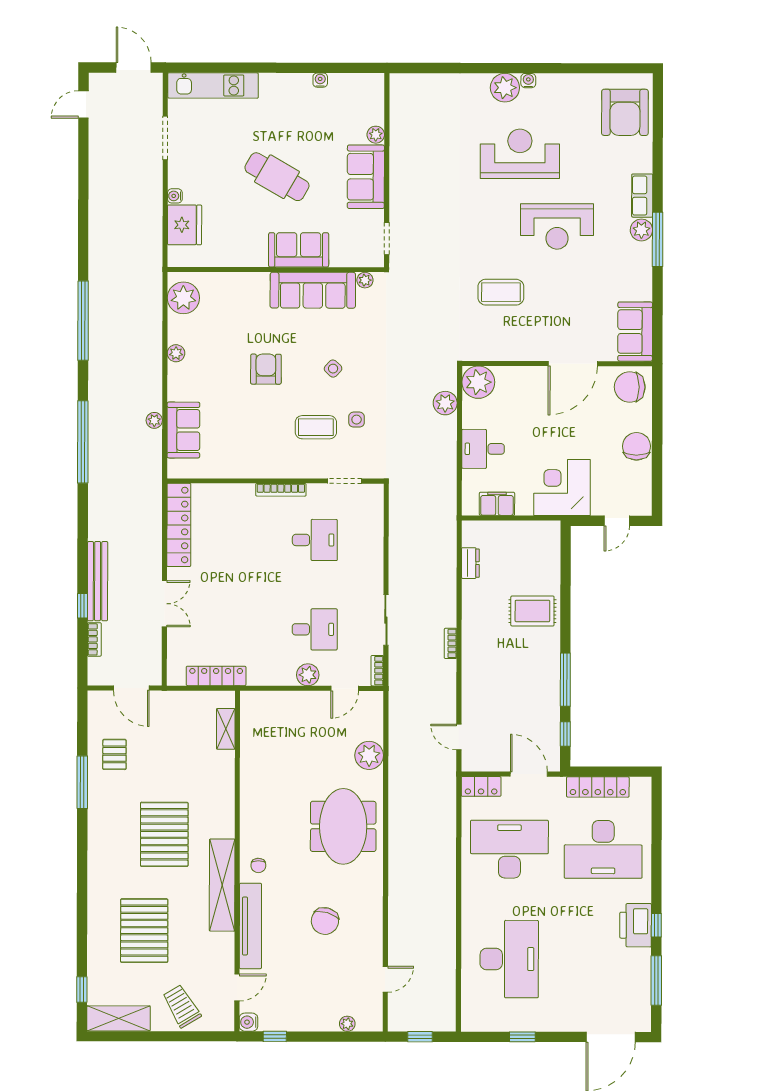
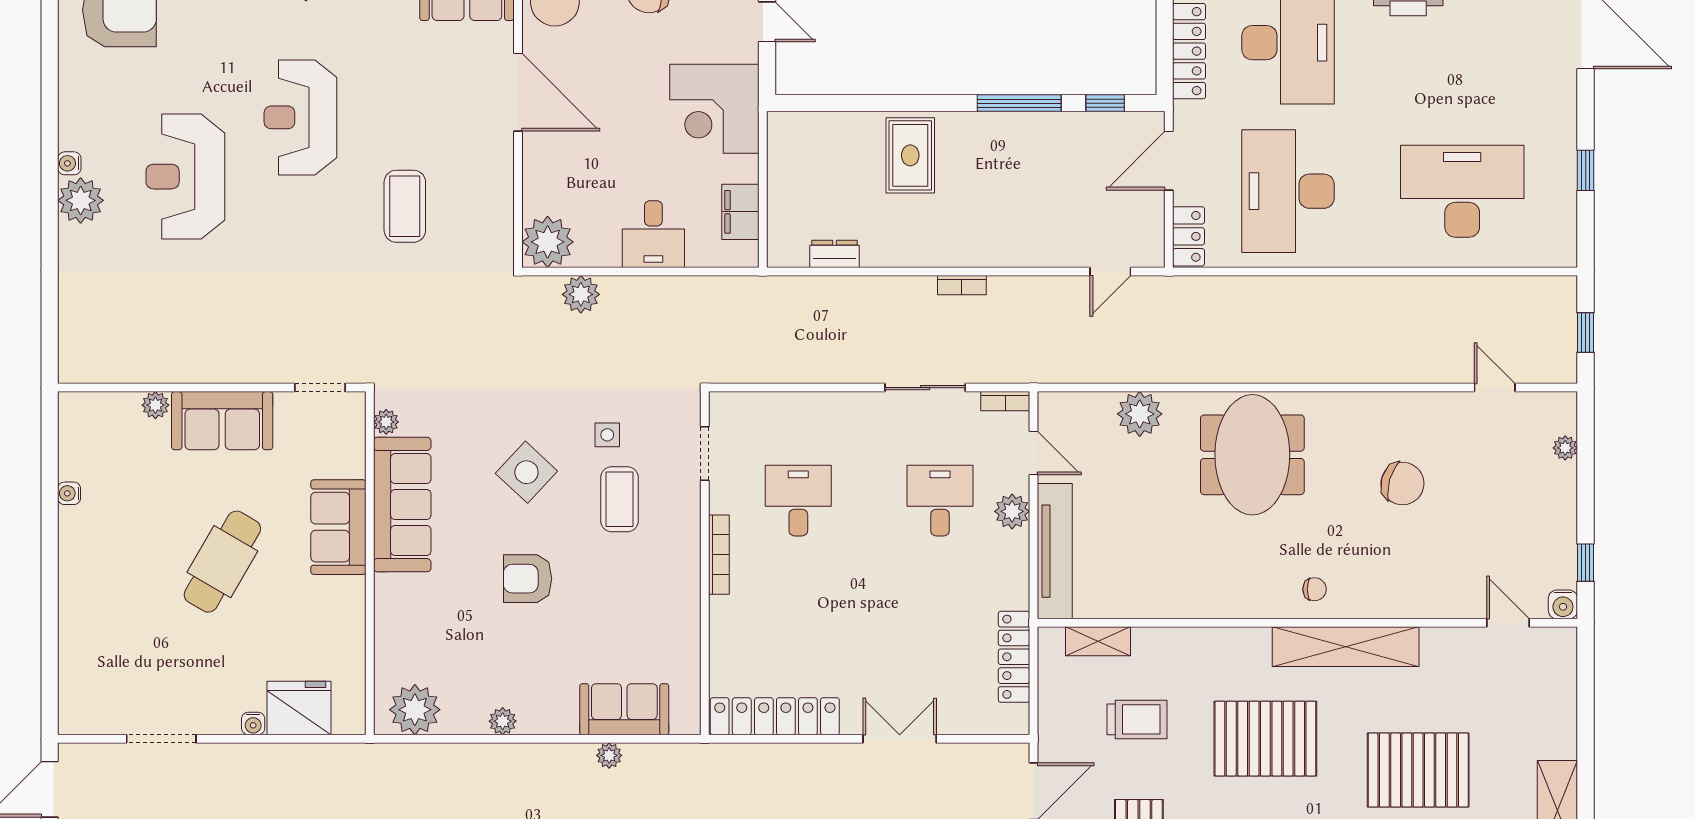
kitchen unit: (213, 85) -> (78, 663), removed
reception desk: (557, 226) -> (300, 117), turned 180
side table: (333, 369) -> (526, 472), width x1.87, depth x1.87
meeting table: (343, 826) -> (1252, 455), turned 90
tv unit: (250, 926) -> (1055, 551), moved, turned 90
trolley: (182, 1006) -> (1137, 719), moved, turned -149

